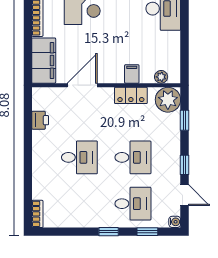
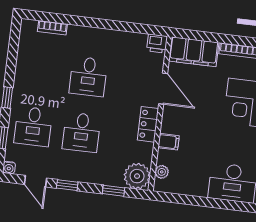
locker: (131, 95) -> (148, 124), moved
printer: (40, 120) -> (157, 43), moved
door: (184, 195) -> (35, 181), hinge flipped
bookcase: (37, 214) -> (52, 28), moved

